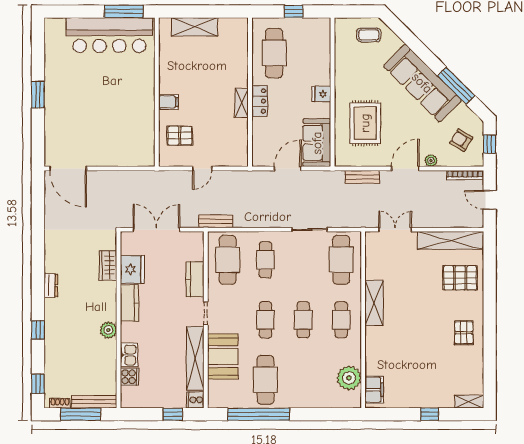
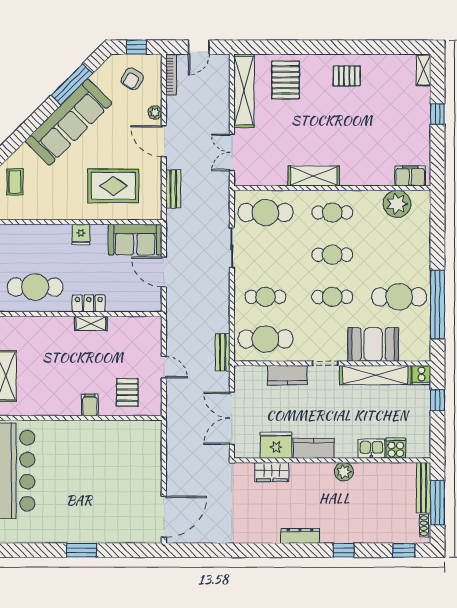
dresser: (51, 286) -> (300, 536), width x1.44

